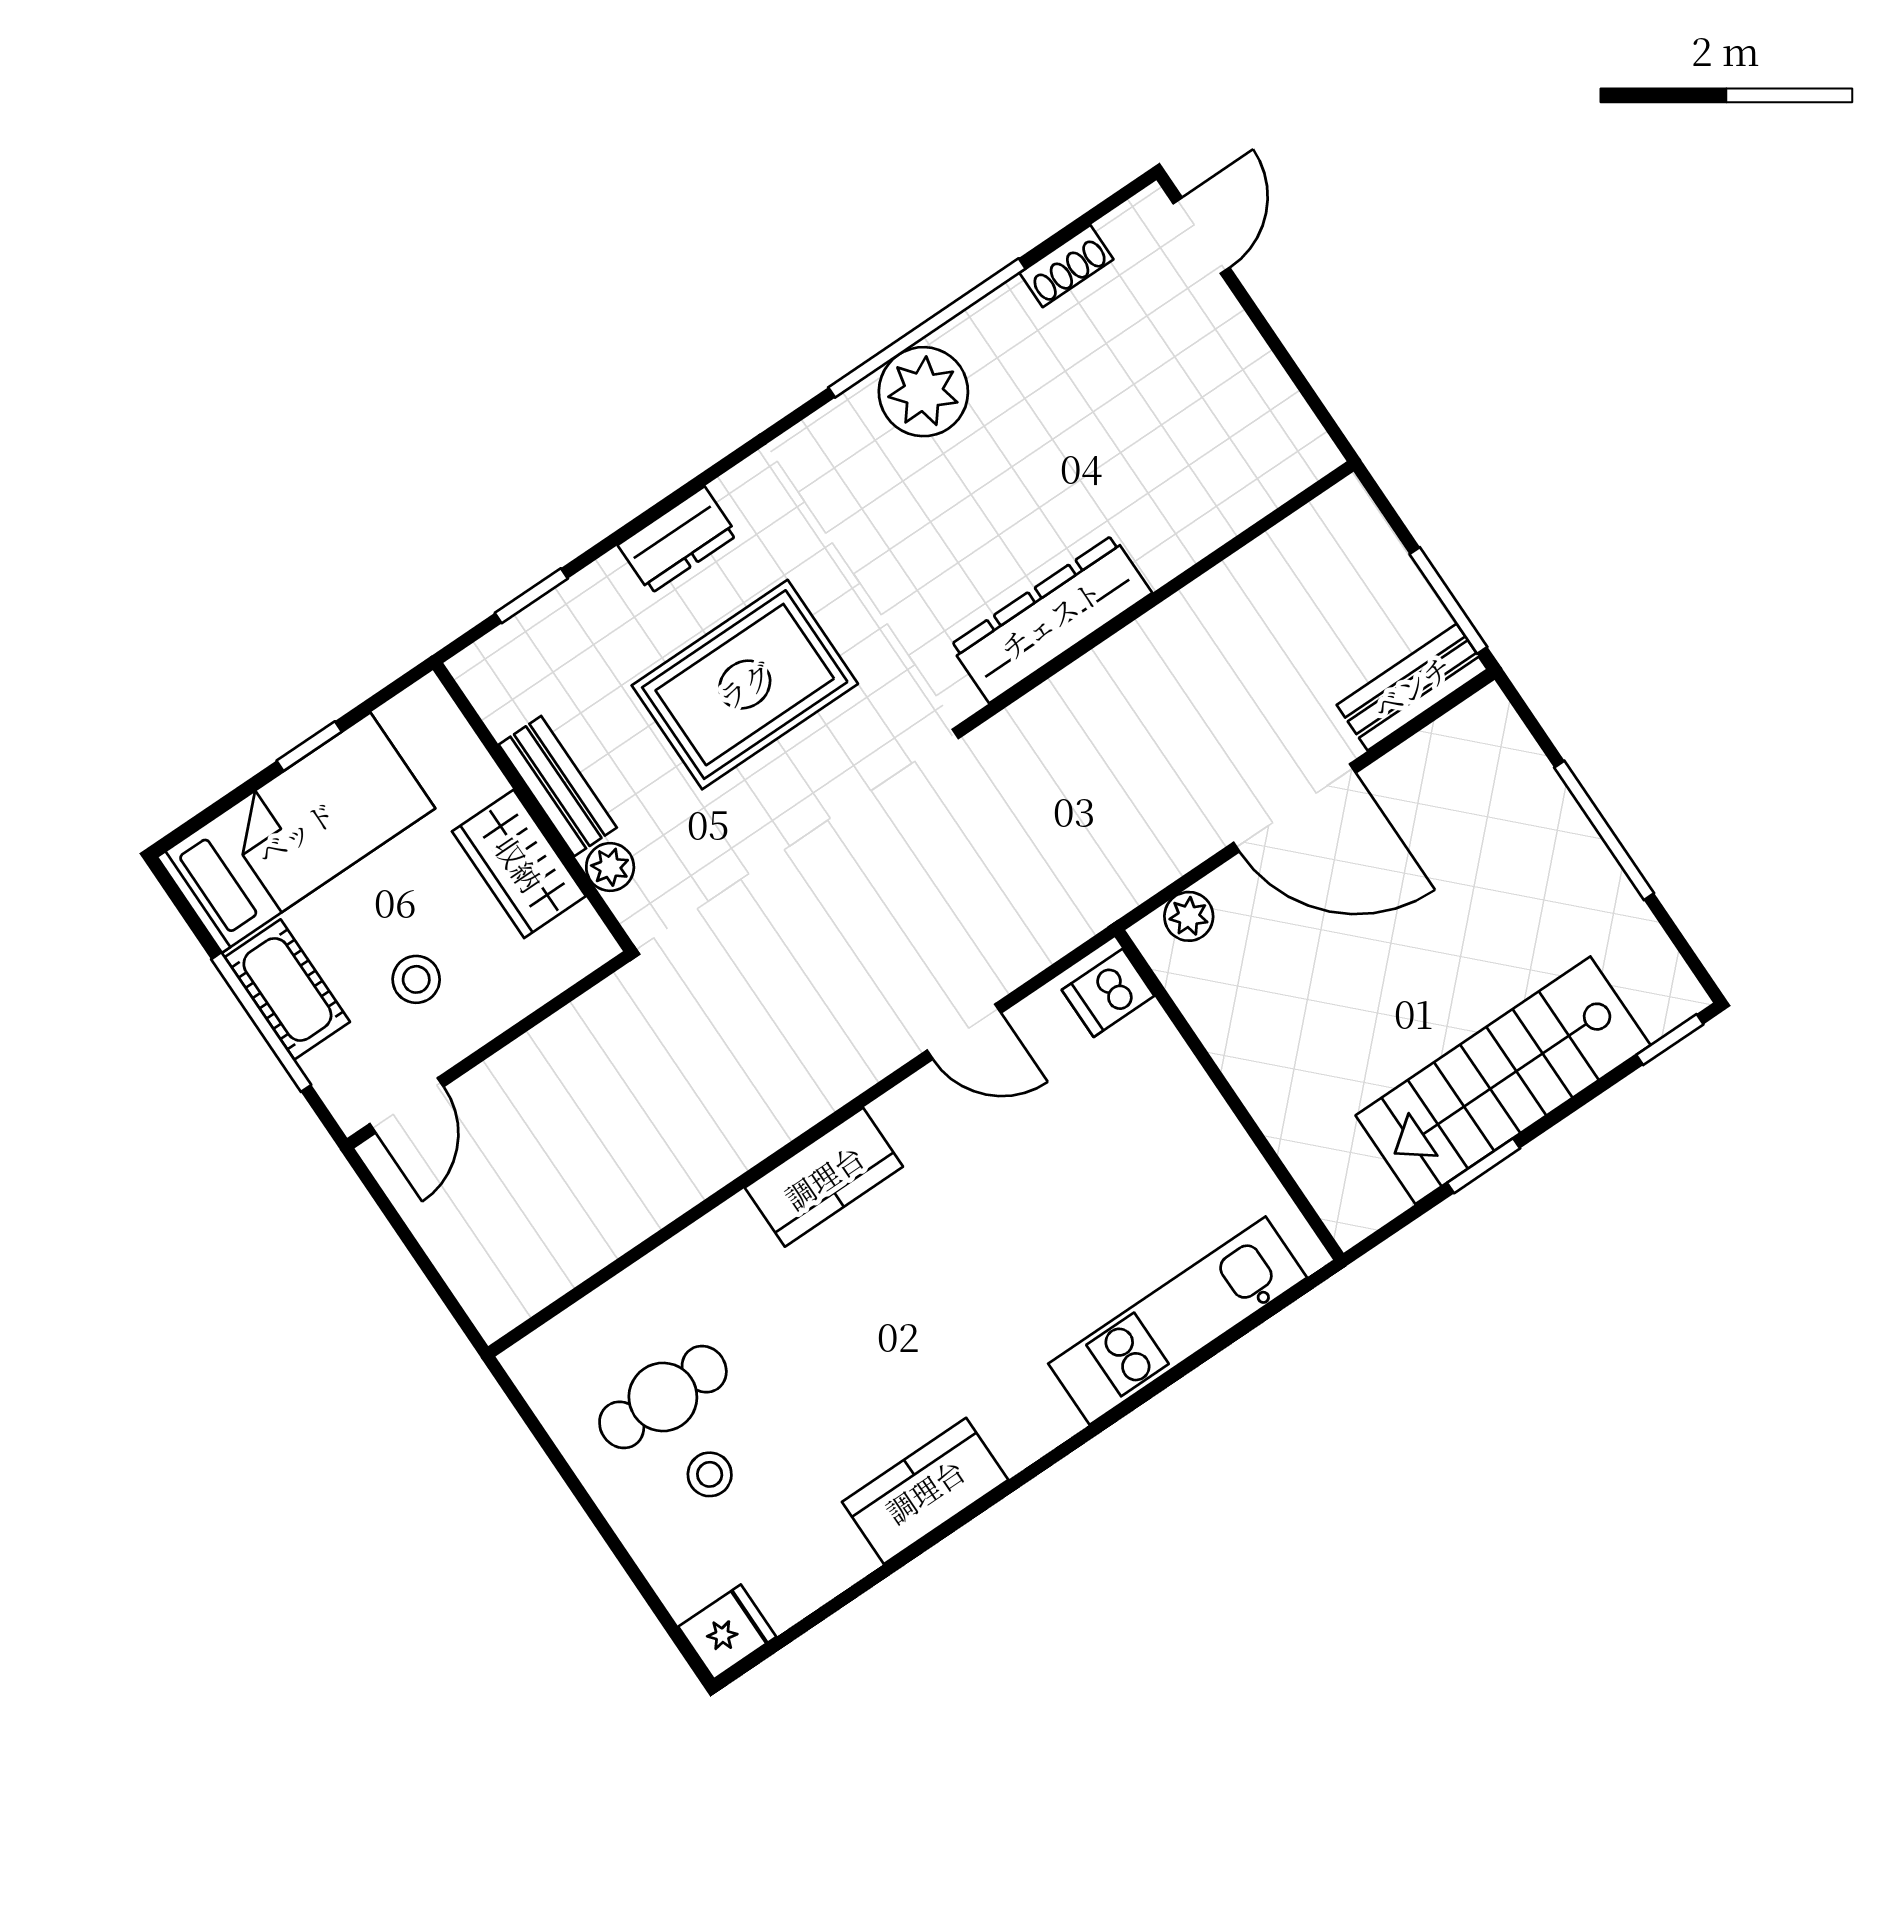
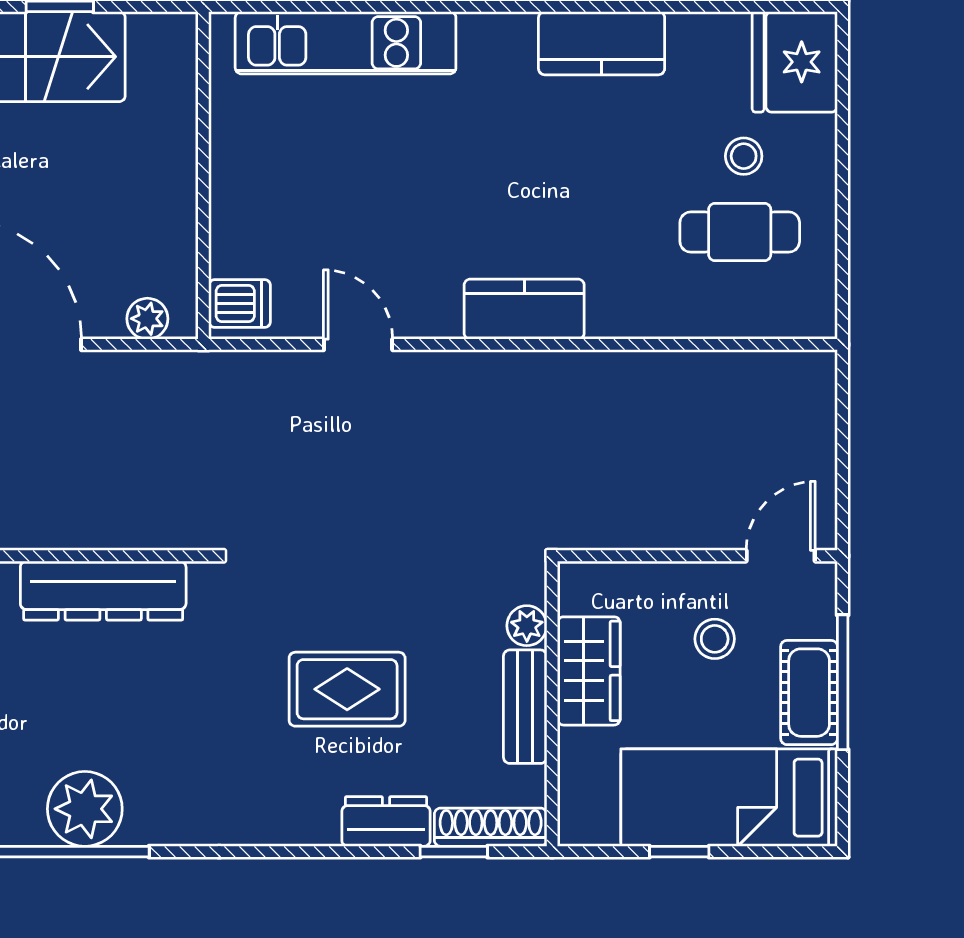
dresser: (678, 540) -> (386, 821), moved
shoe rack: (511, 644) -> (491, 827), added
rug: (745, 685) -> (347, 689), width x0.73, depth x0.70
fridge: (727, 1632) -> (795, 62), width x1.88, depth x1.34

